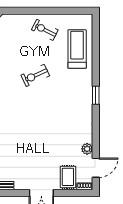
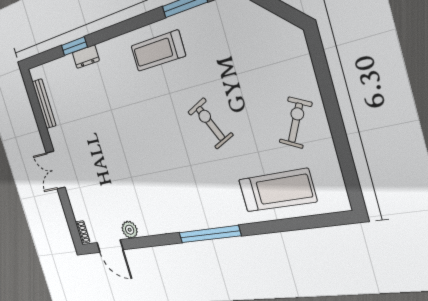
window: (96, 95) -> (209, 234), width x2.11
rug: (68, 177) -> (86, 206), removed

